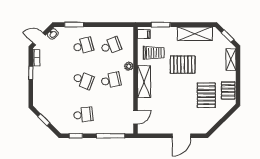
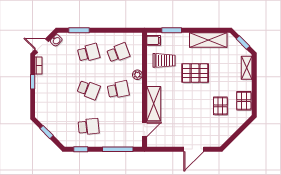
shelving: (144, 82) -> (154, 104), moved
pallet: (206, 95) -> (220, 106), width x0.67, depth x0.71

